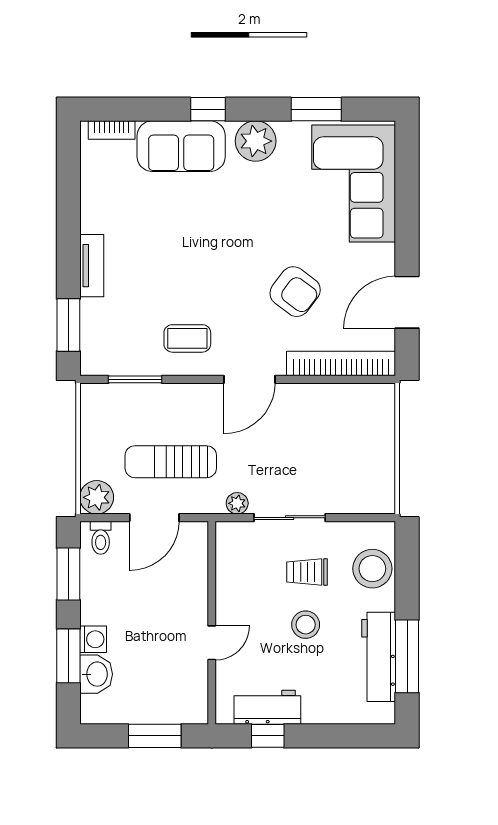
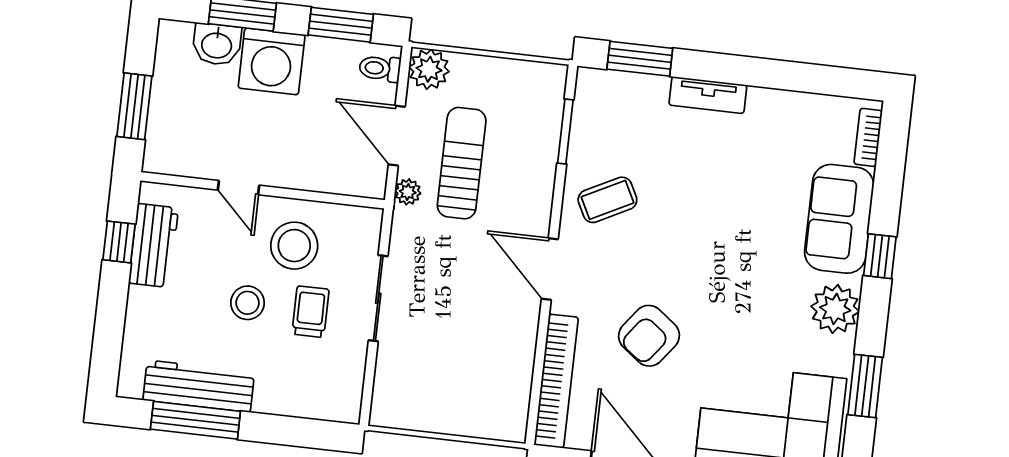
coffee table: (187, 338) -> (607, 200), turned 63
plant: (237, 503) -> (408, 192), moved
stool: (372, 569) -> (294, 246), moved
washing machine: (93, 639) -> (272, 61), width x1.89, depth x1.89

